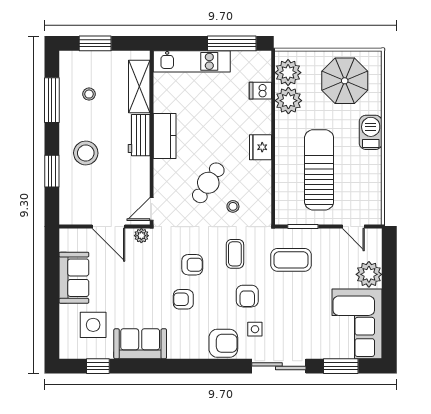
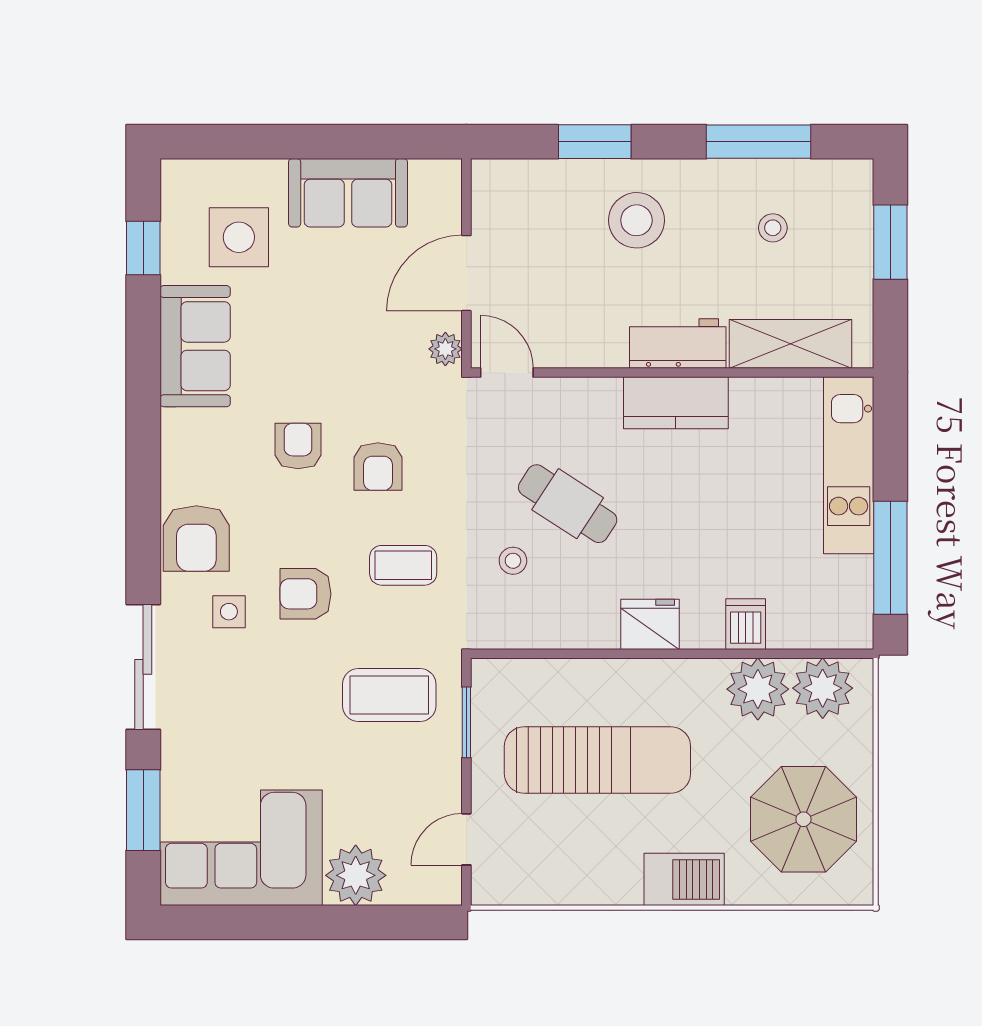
dishwasher: (260, 91) -> (746, 624), moved
coffee table: (291, 260) -> (389, 695), turned 90

